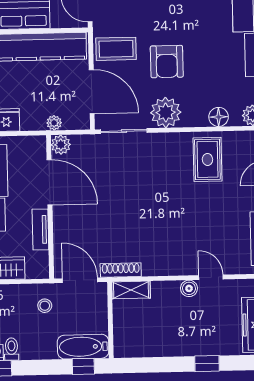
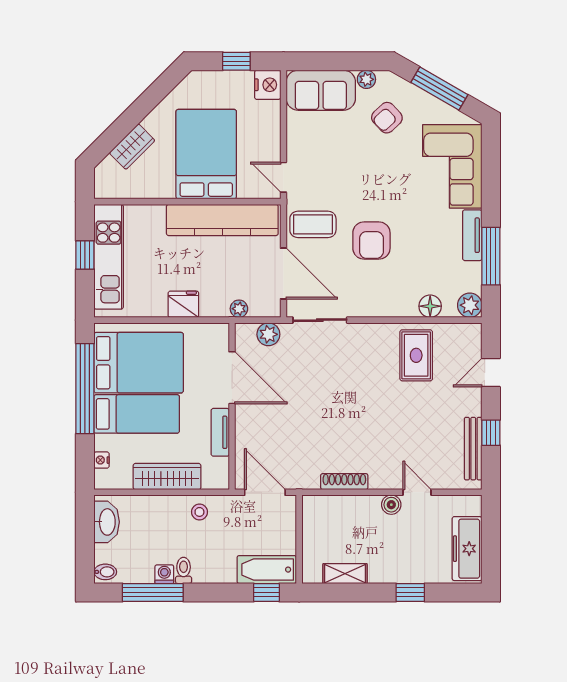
plant: (166, 112) -> (369, 300), removed
plant: (61, 145) -> (268, 334), moved
shoe rack: (121, 270) -> (344, 482), moved
shelving: (131, 290) -> (345, 574), moved
stool: (45, 306) -> (199, 512), moved

